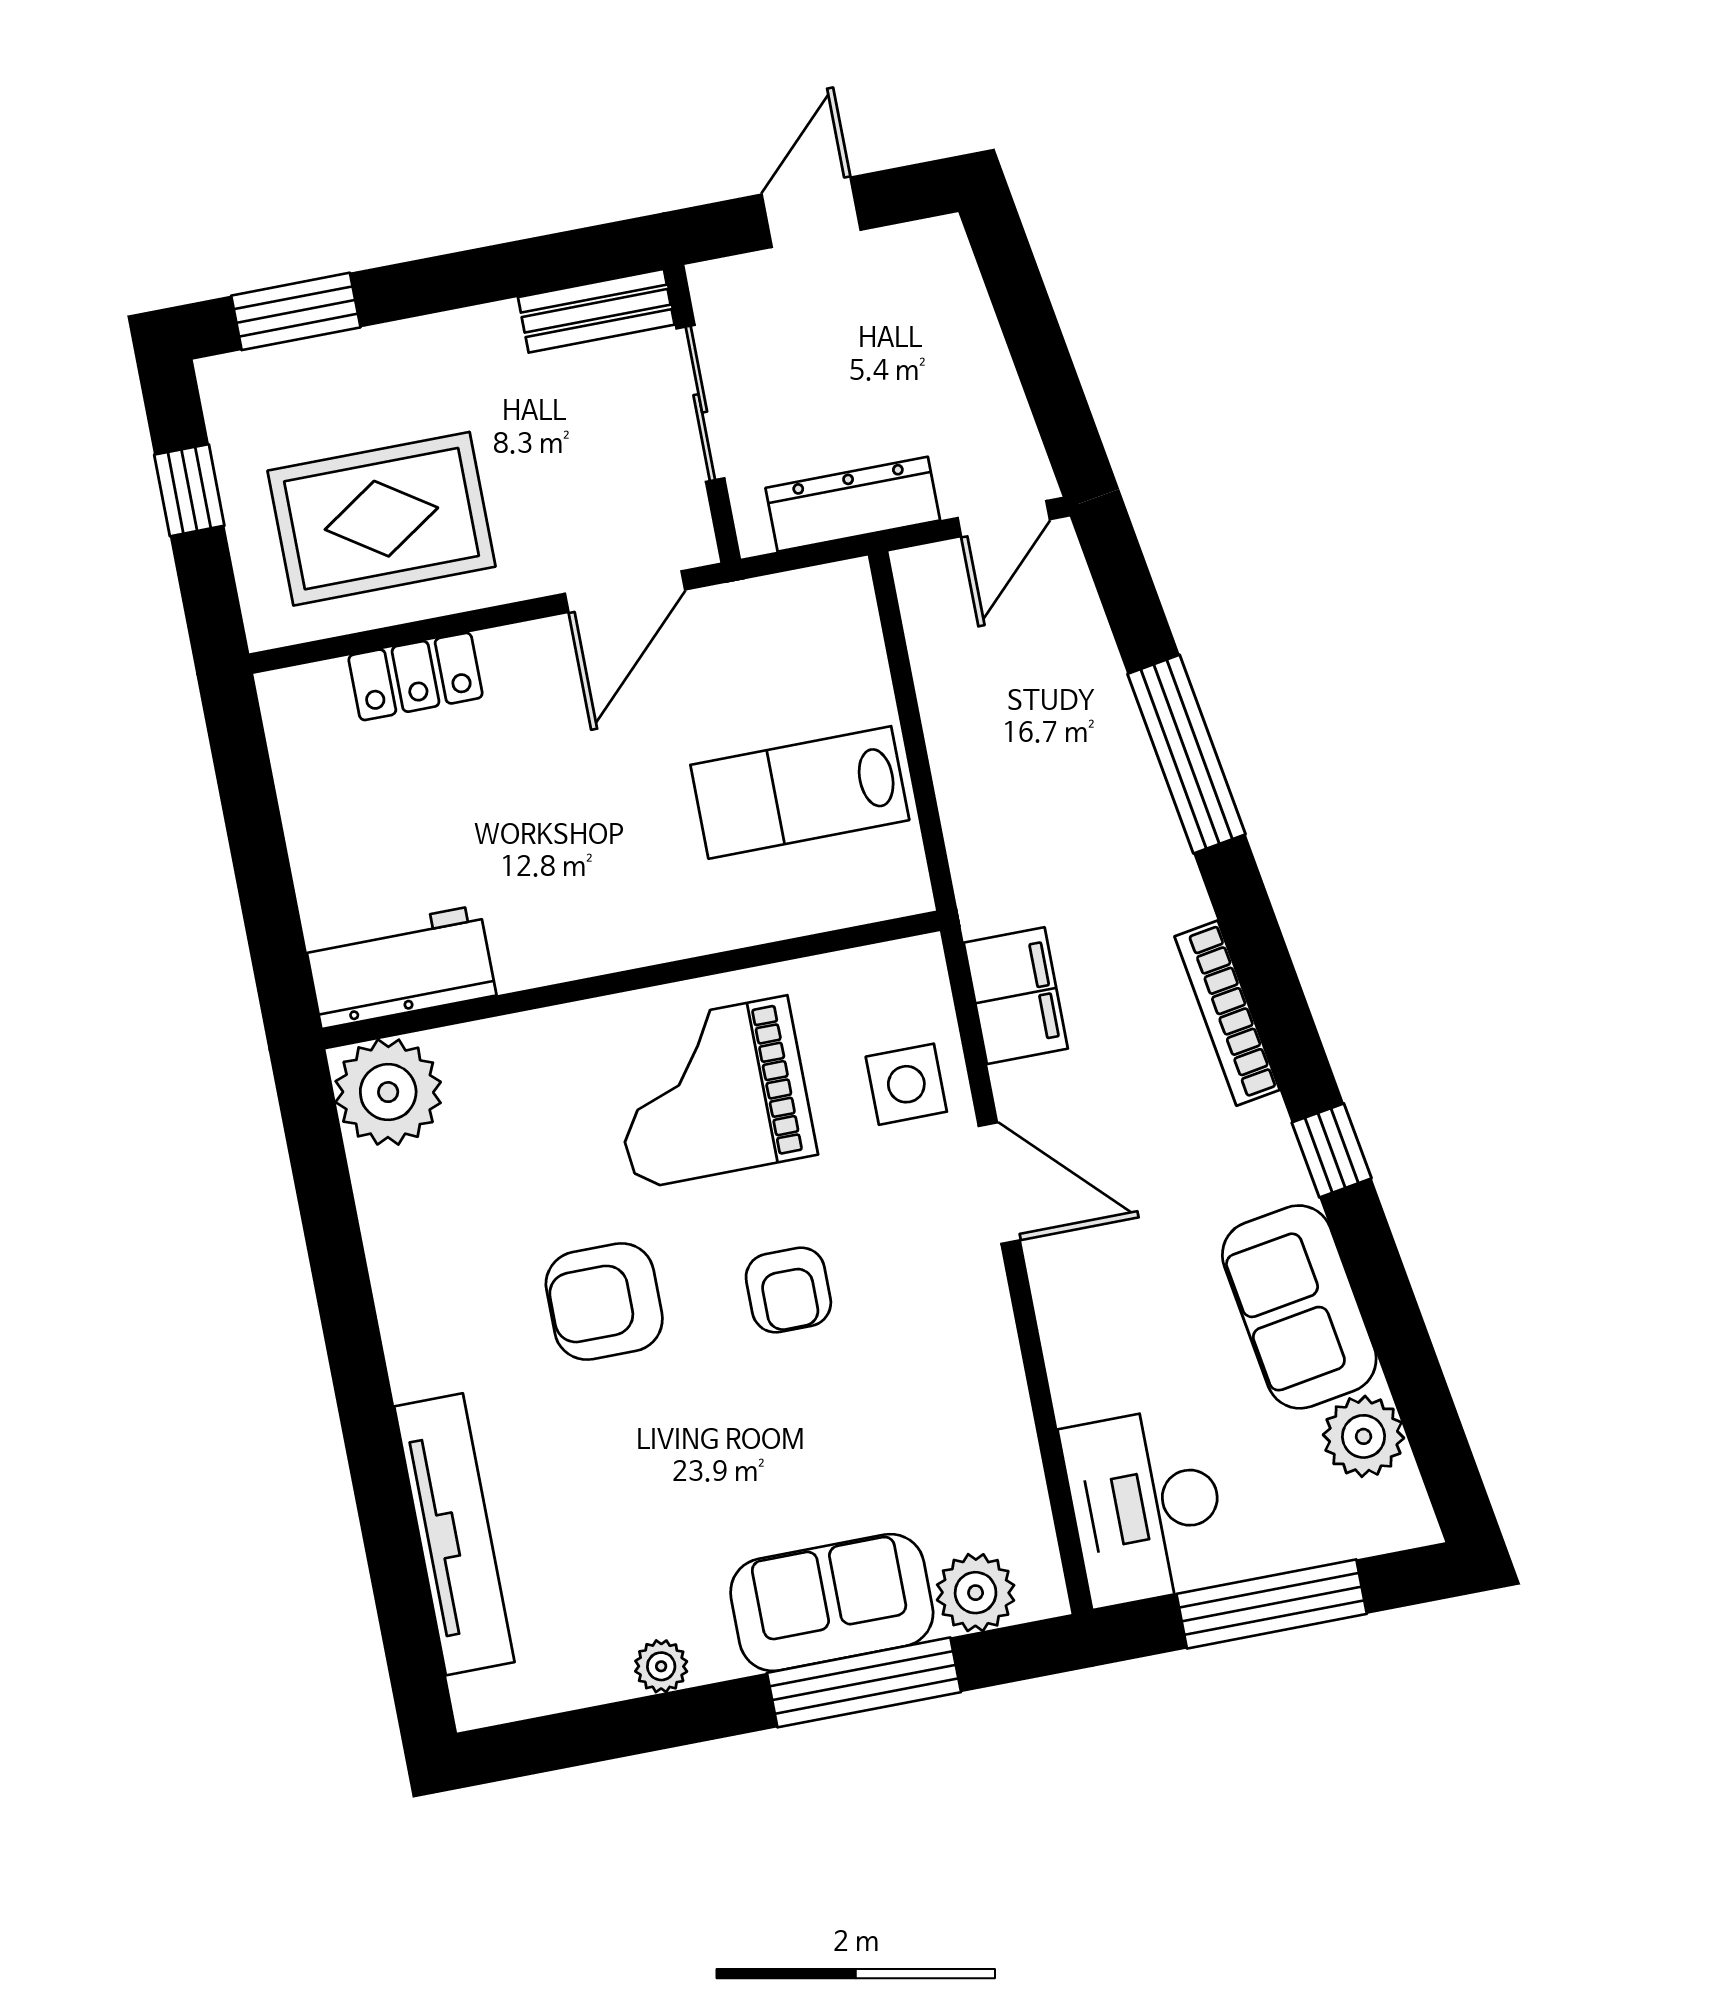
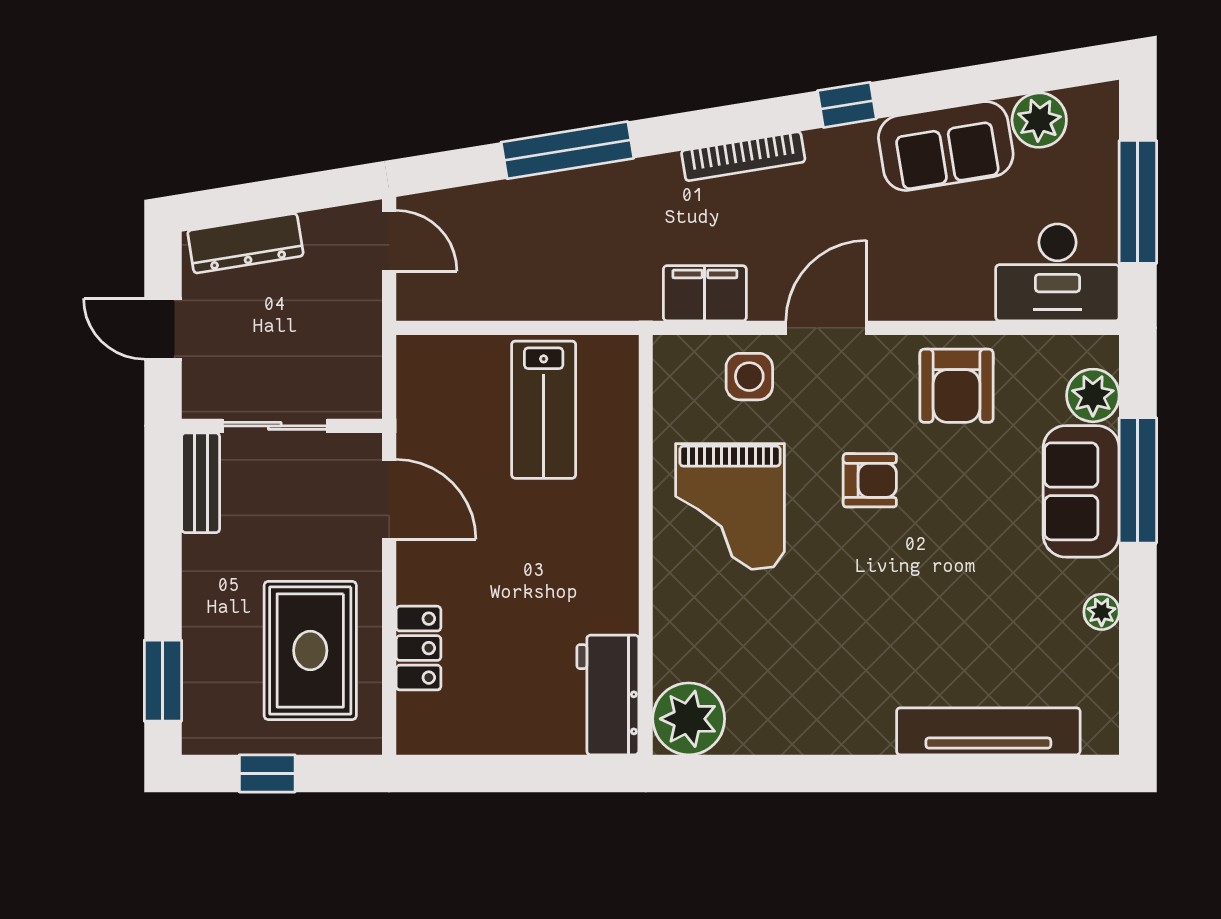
dresser: (853, 504) -> (245, 243), moved, turned -99
armchair: (604, 1301) -> (957, 386), moved

